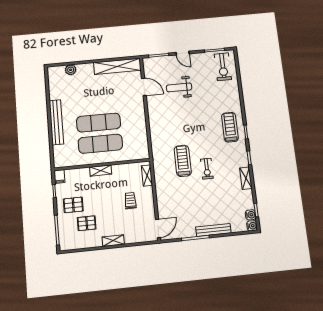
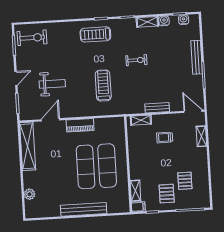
weight bench: (179, 87) -> (52, 84), turned -90
piano: (140, 116) -> (80, 125), added
treadmill: (183, 161) -> (103, 86), moved, turned 90
shelving: (101, 171) -> (135, 191), moved
bench: (160, 192) -> (157, 108), added
water cooler: (252, 226) -> (164, 21), moved
shelving: (113, 241) -> (201, 136), moved

